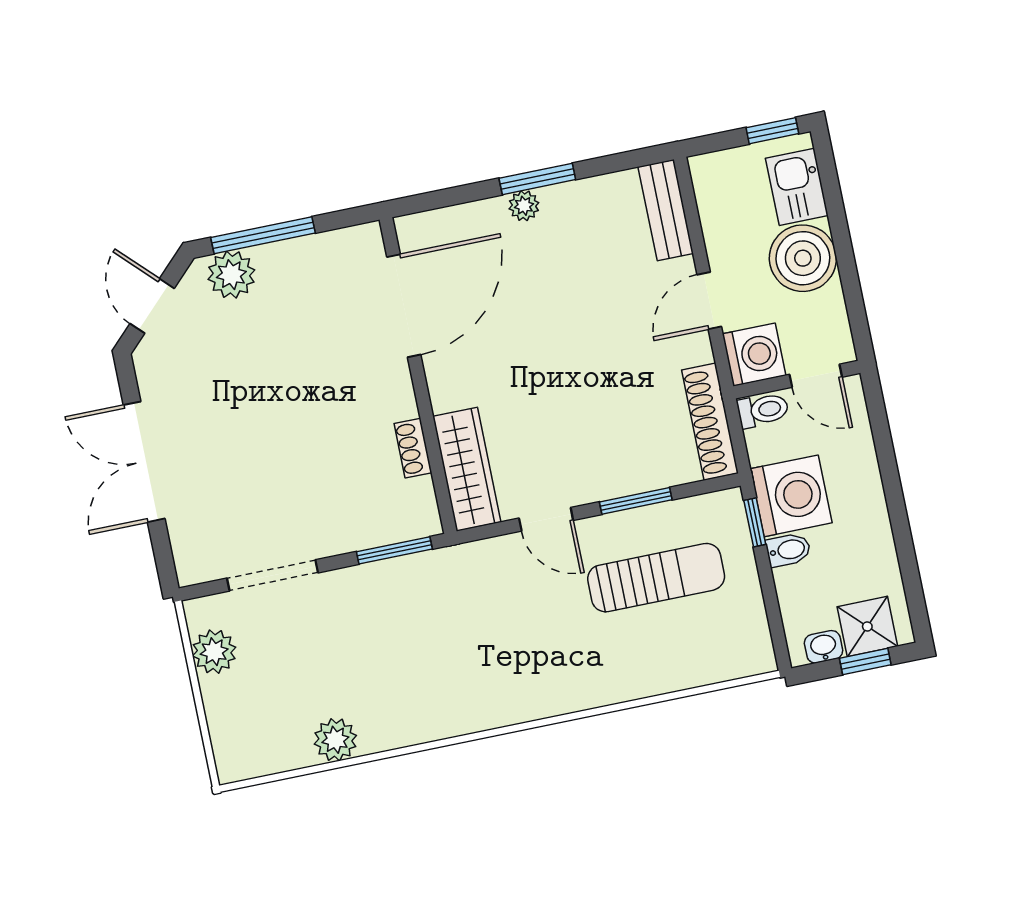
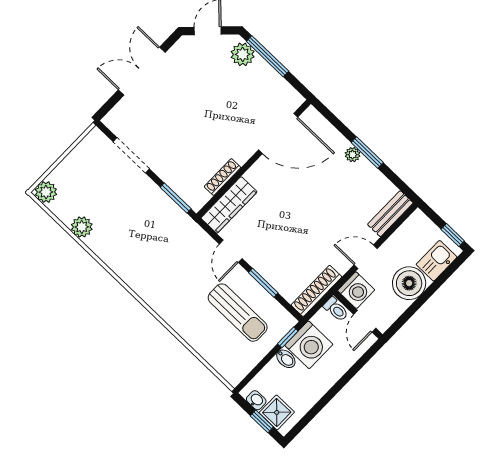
shoe rack: (413, 448) -> (223, 177), width x1.43
plant: (214, 652) -> (46, 192), moved

